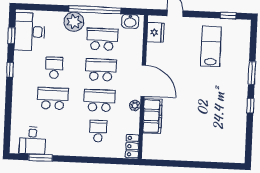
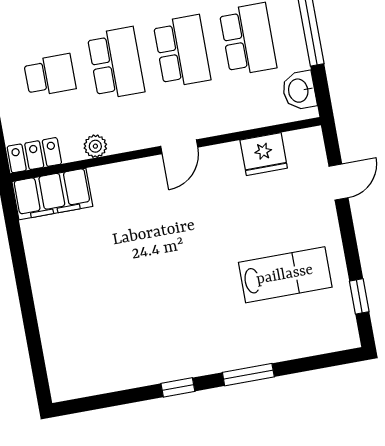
fridge: (155, 32) -> (264, 154), moved
door: (143, 81) -> (179, 147), width x0.53
plant: (135, 105) -> (95, 146), moved
filing cabinet: (152, 116) -> (52, 194), moved

